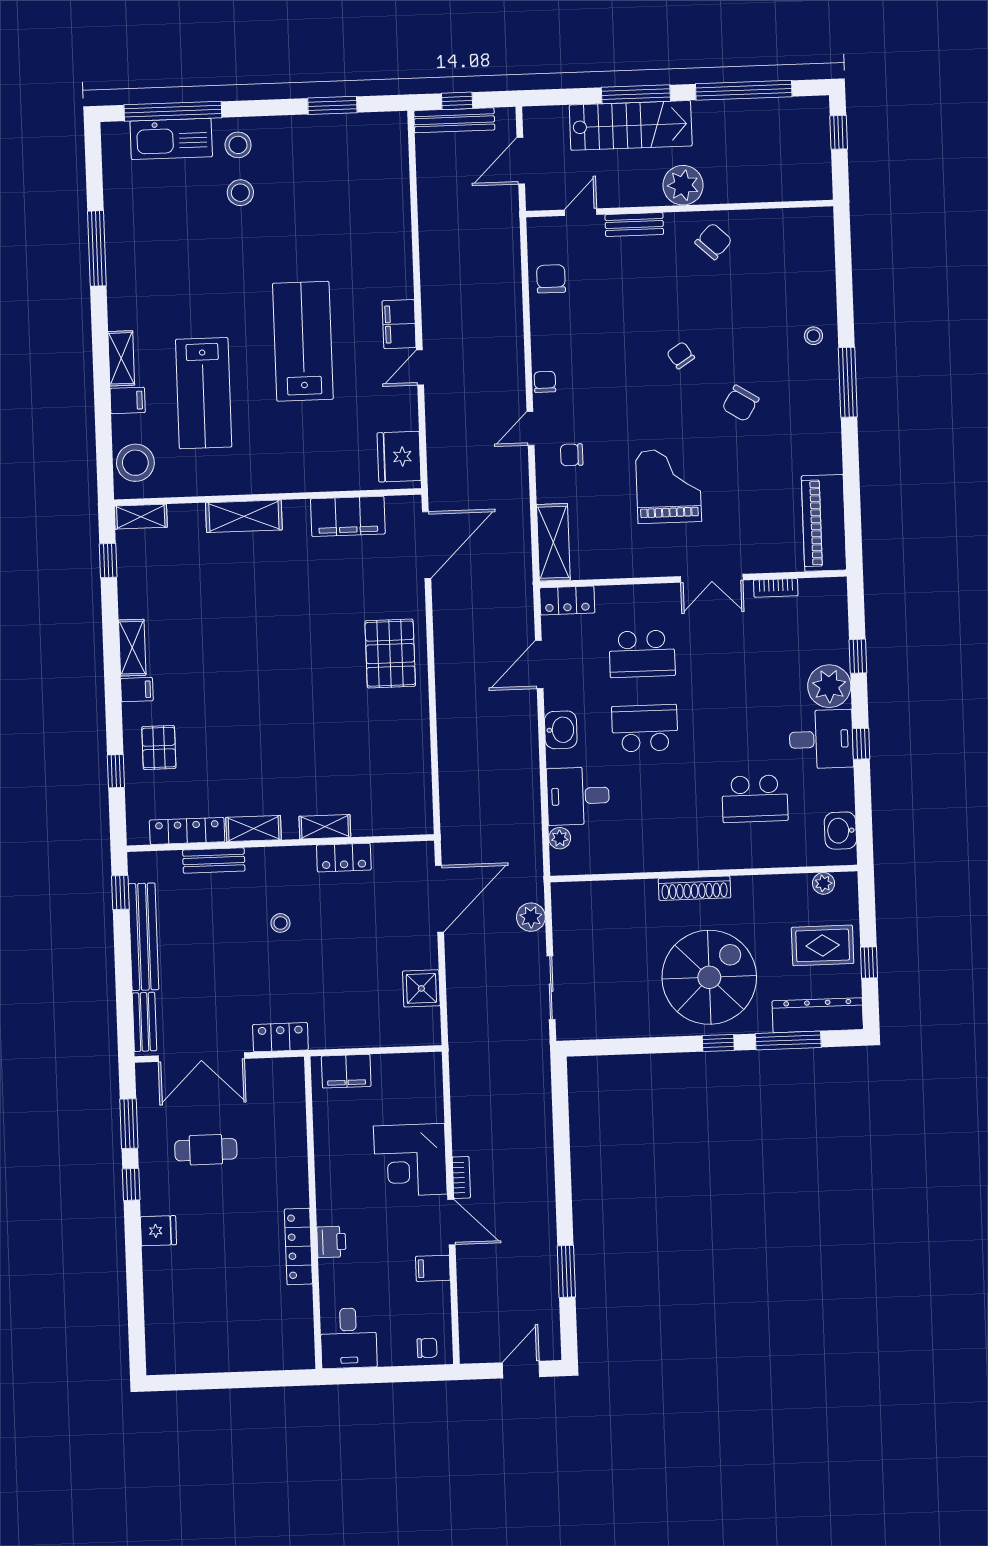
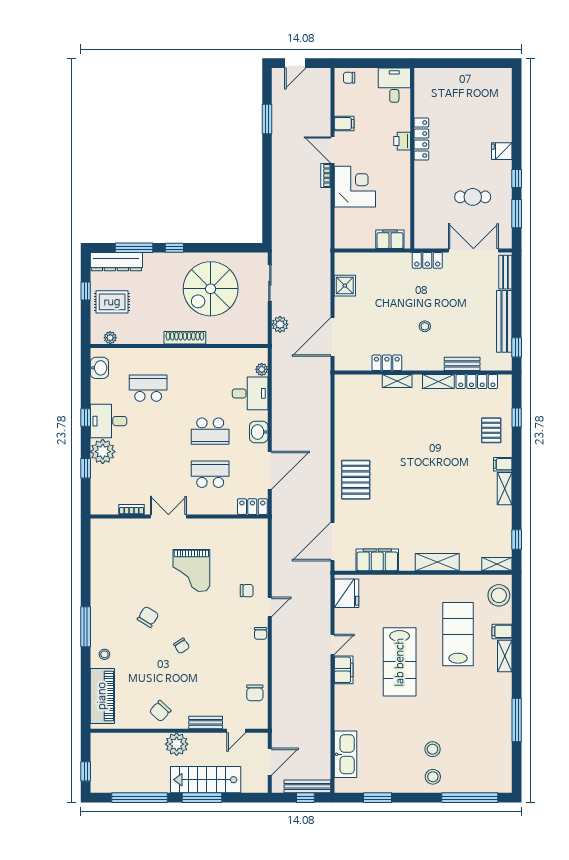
kitchen sink: (171, 139) -> (346, 754), moved, turned 90
piano: (824, 523) -> (102, 696), moved
shelving: (553, 542) -> (259, 541), removed
door: (539, 664) -> (270, 470), width x1.36
spiral stairs: (709, 977) -> (211, 289), moved

